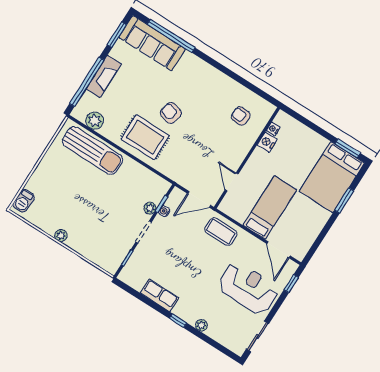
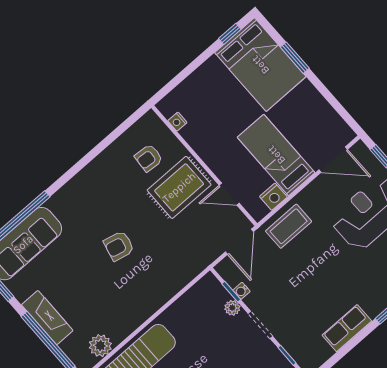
rug: (145, 137) -> (179, 187), moved
nightstand: (267, 142) -> (273, 197), moved, turned -90
window: (348, 148) -> (230, 34), width x0.67

